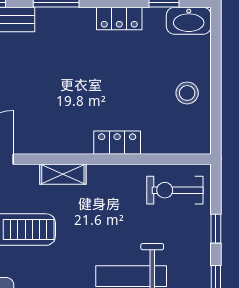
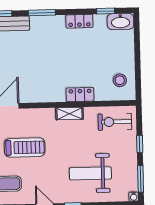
stool: (187, 93) -> (120, 80), moved
shelving: (63, 174) -> (69, 114), moved

